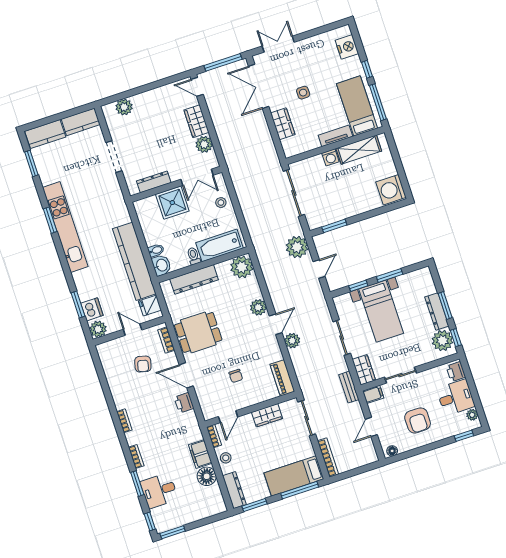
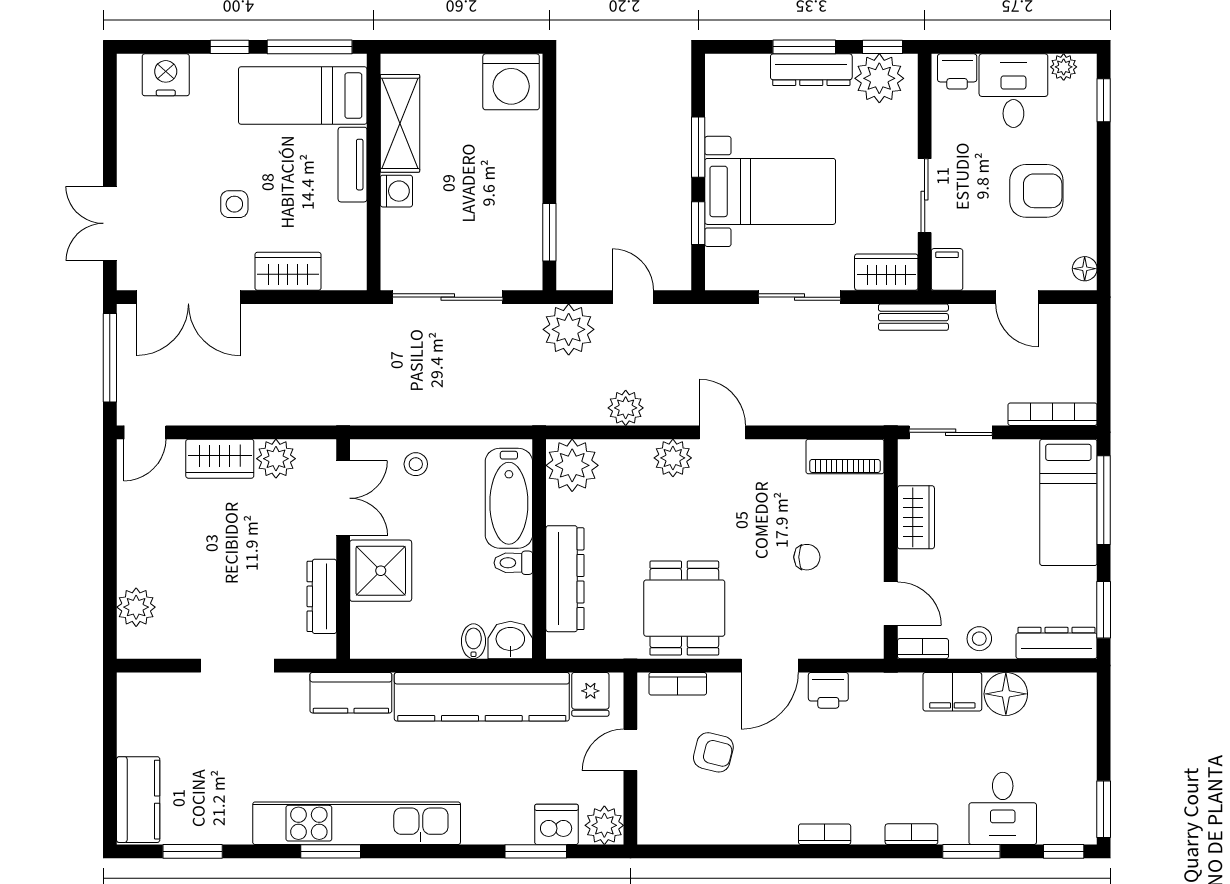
kitchen counter: (81, 122) -> (351, 693), moved, turned 90
plant: (292, 341) -> (626, 408), moved

